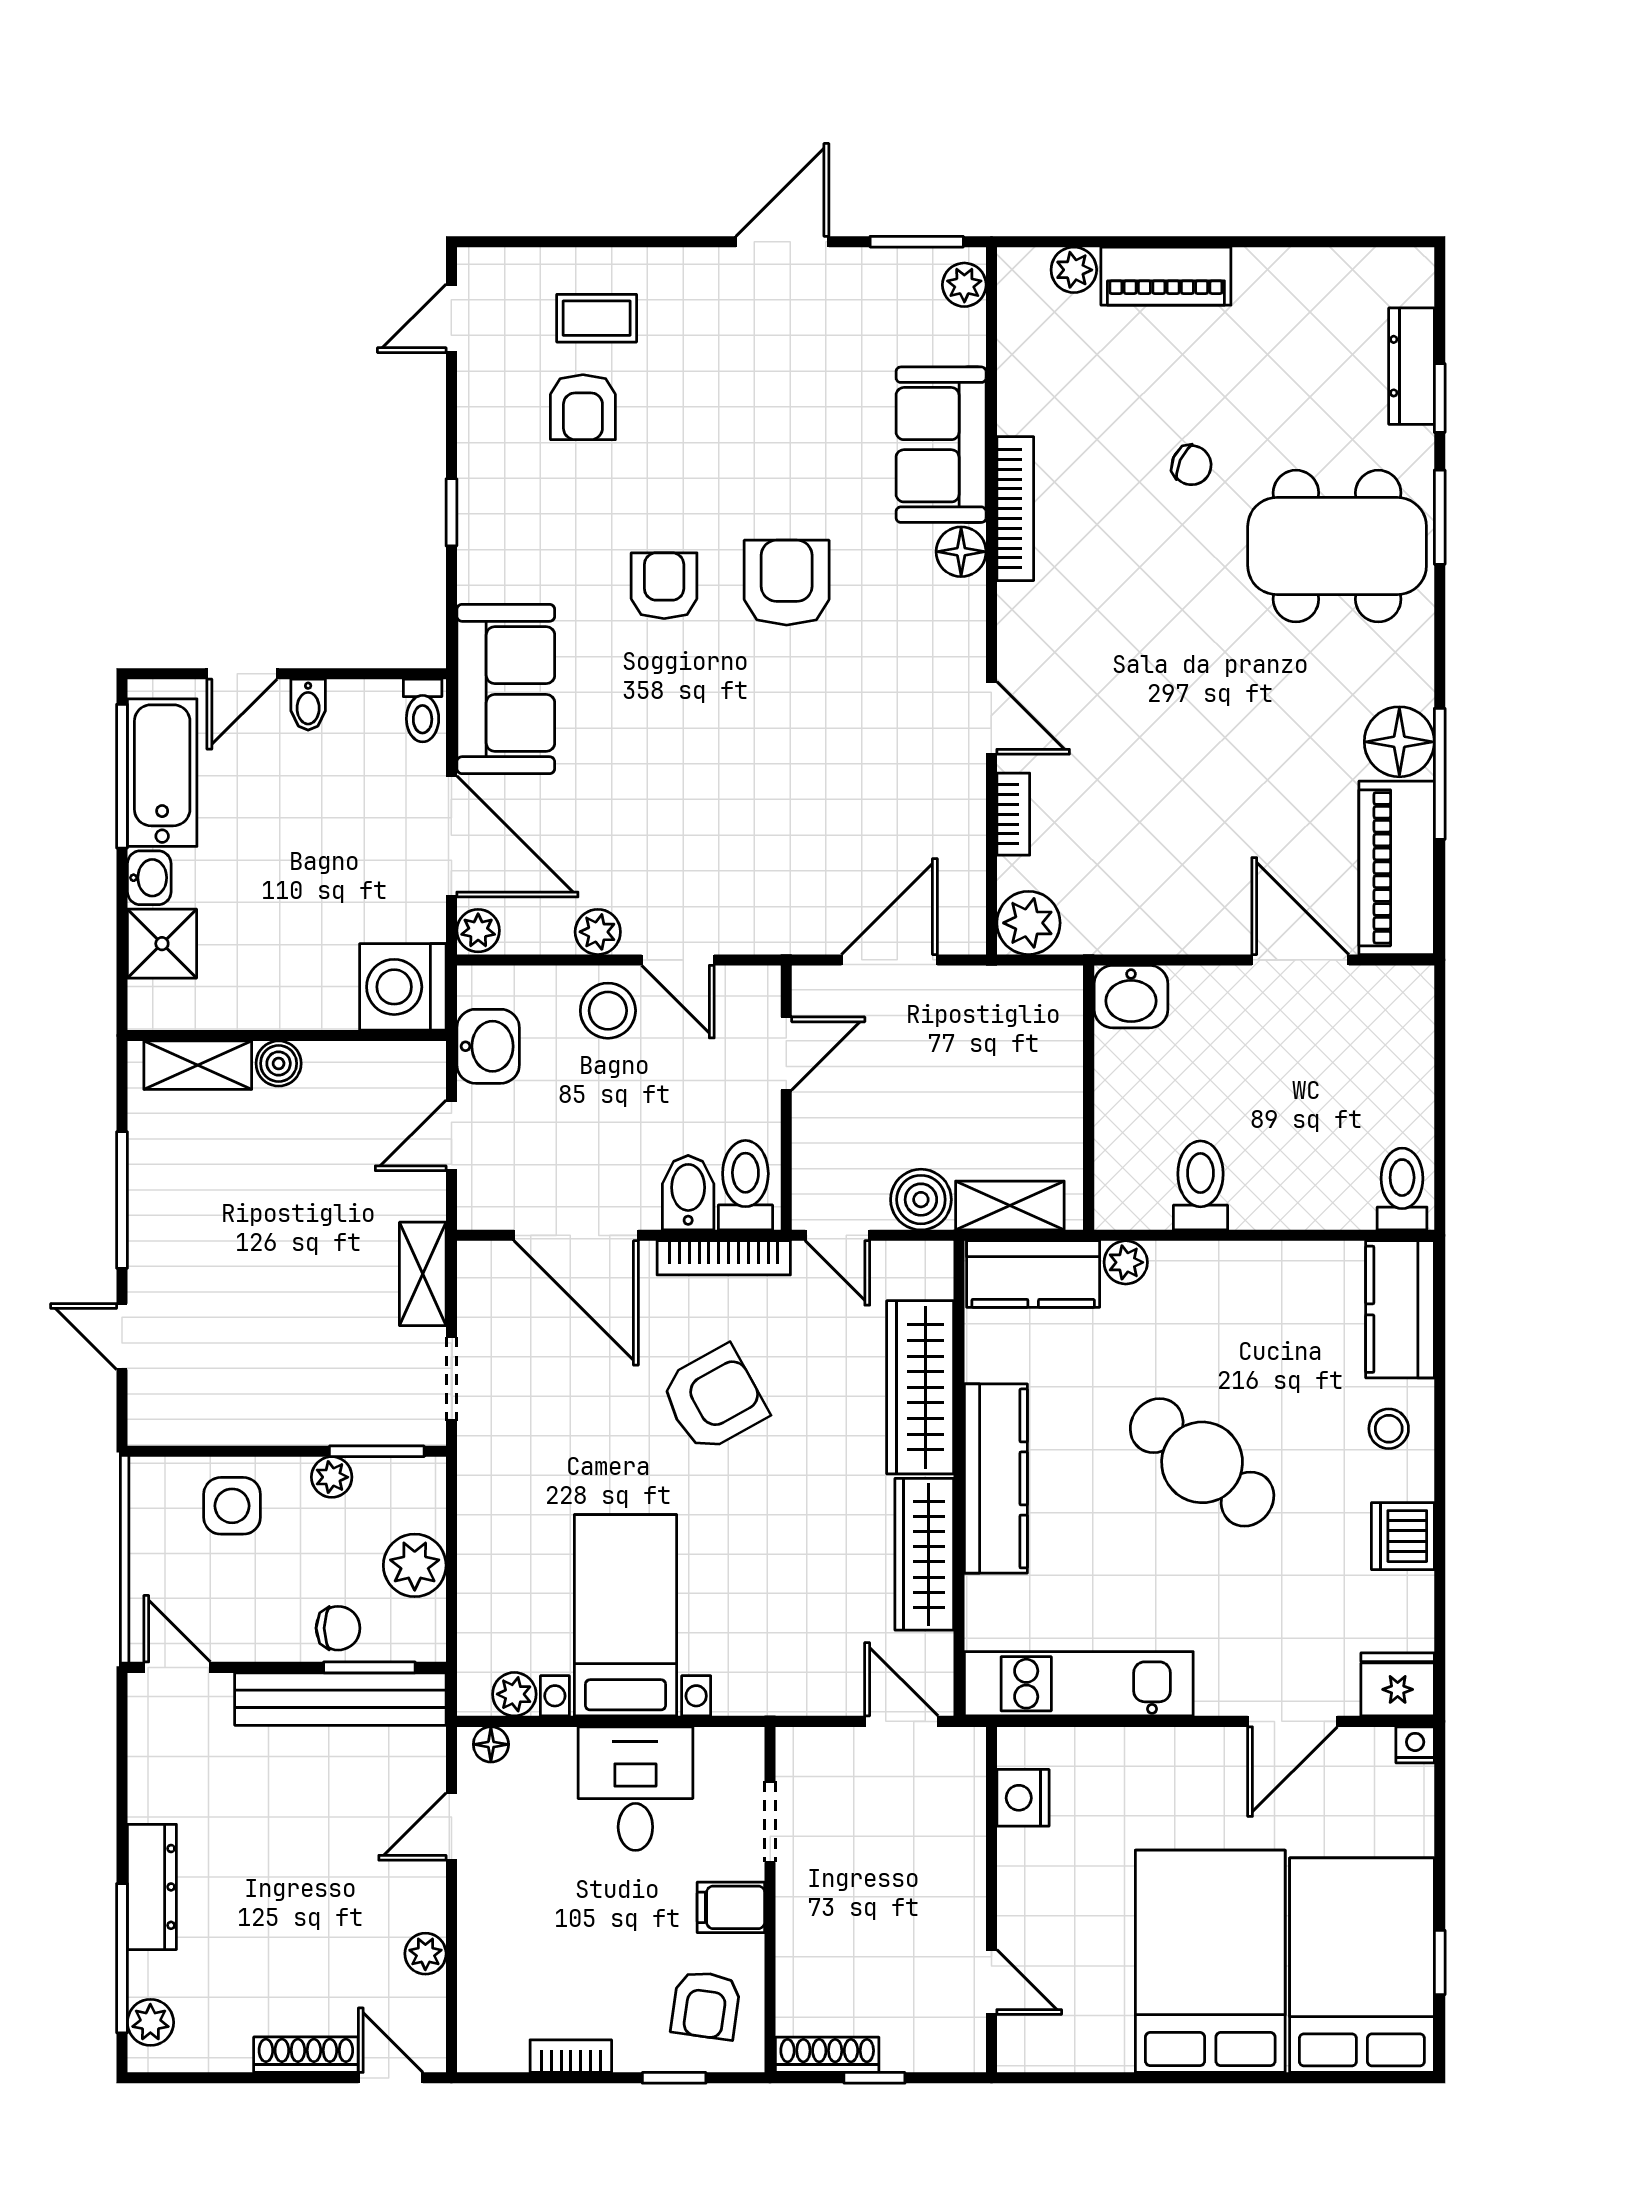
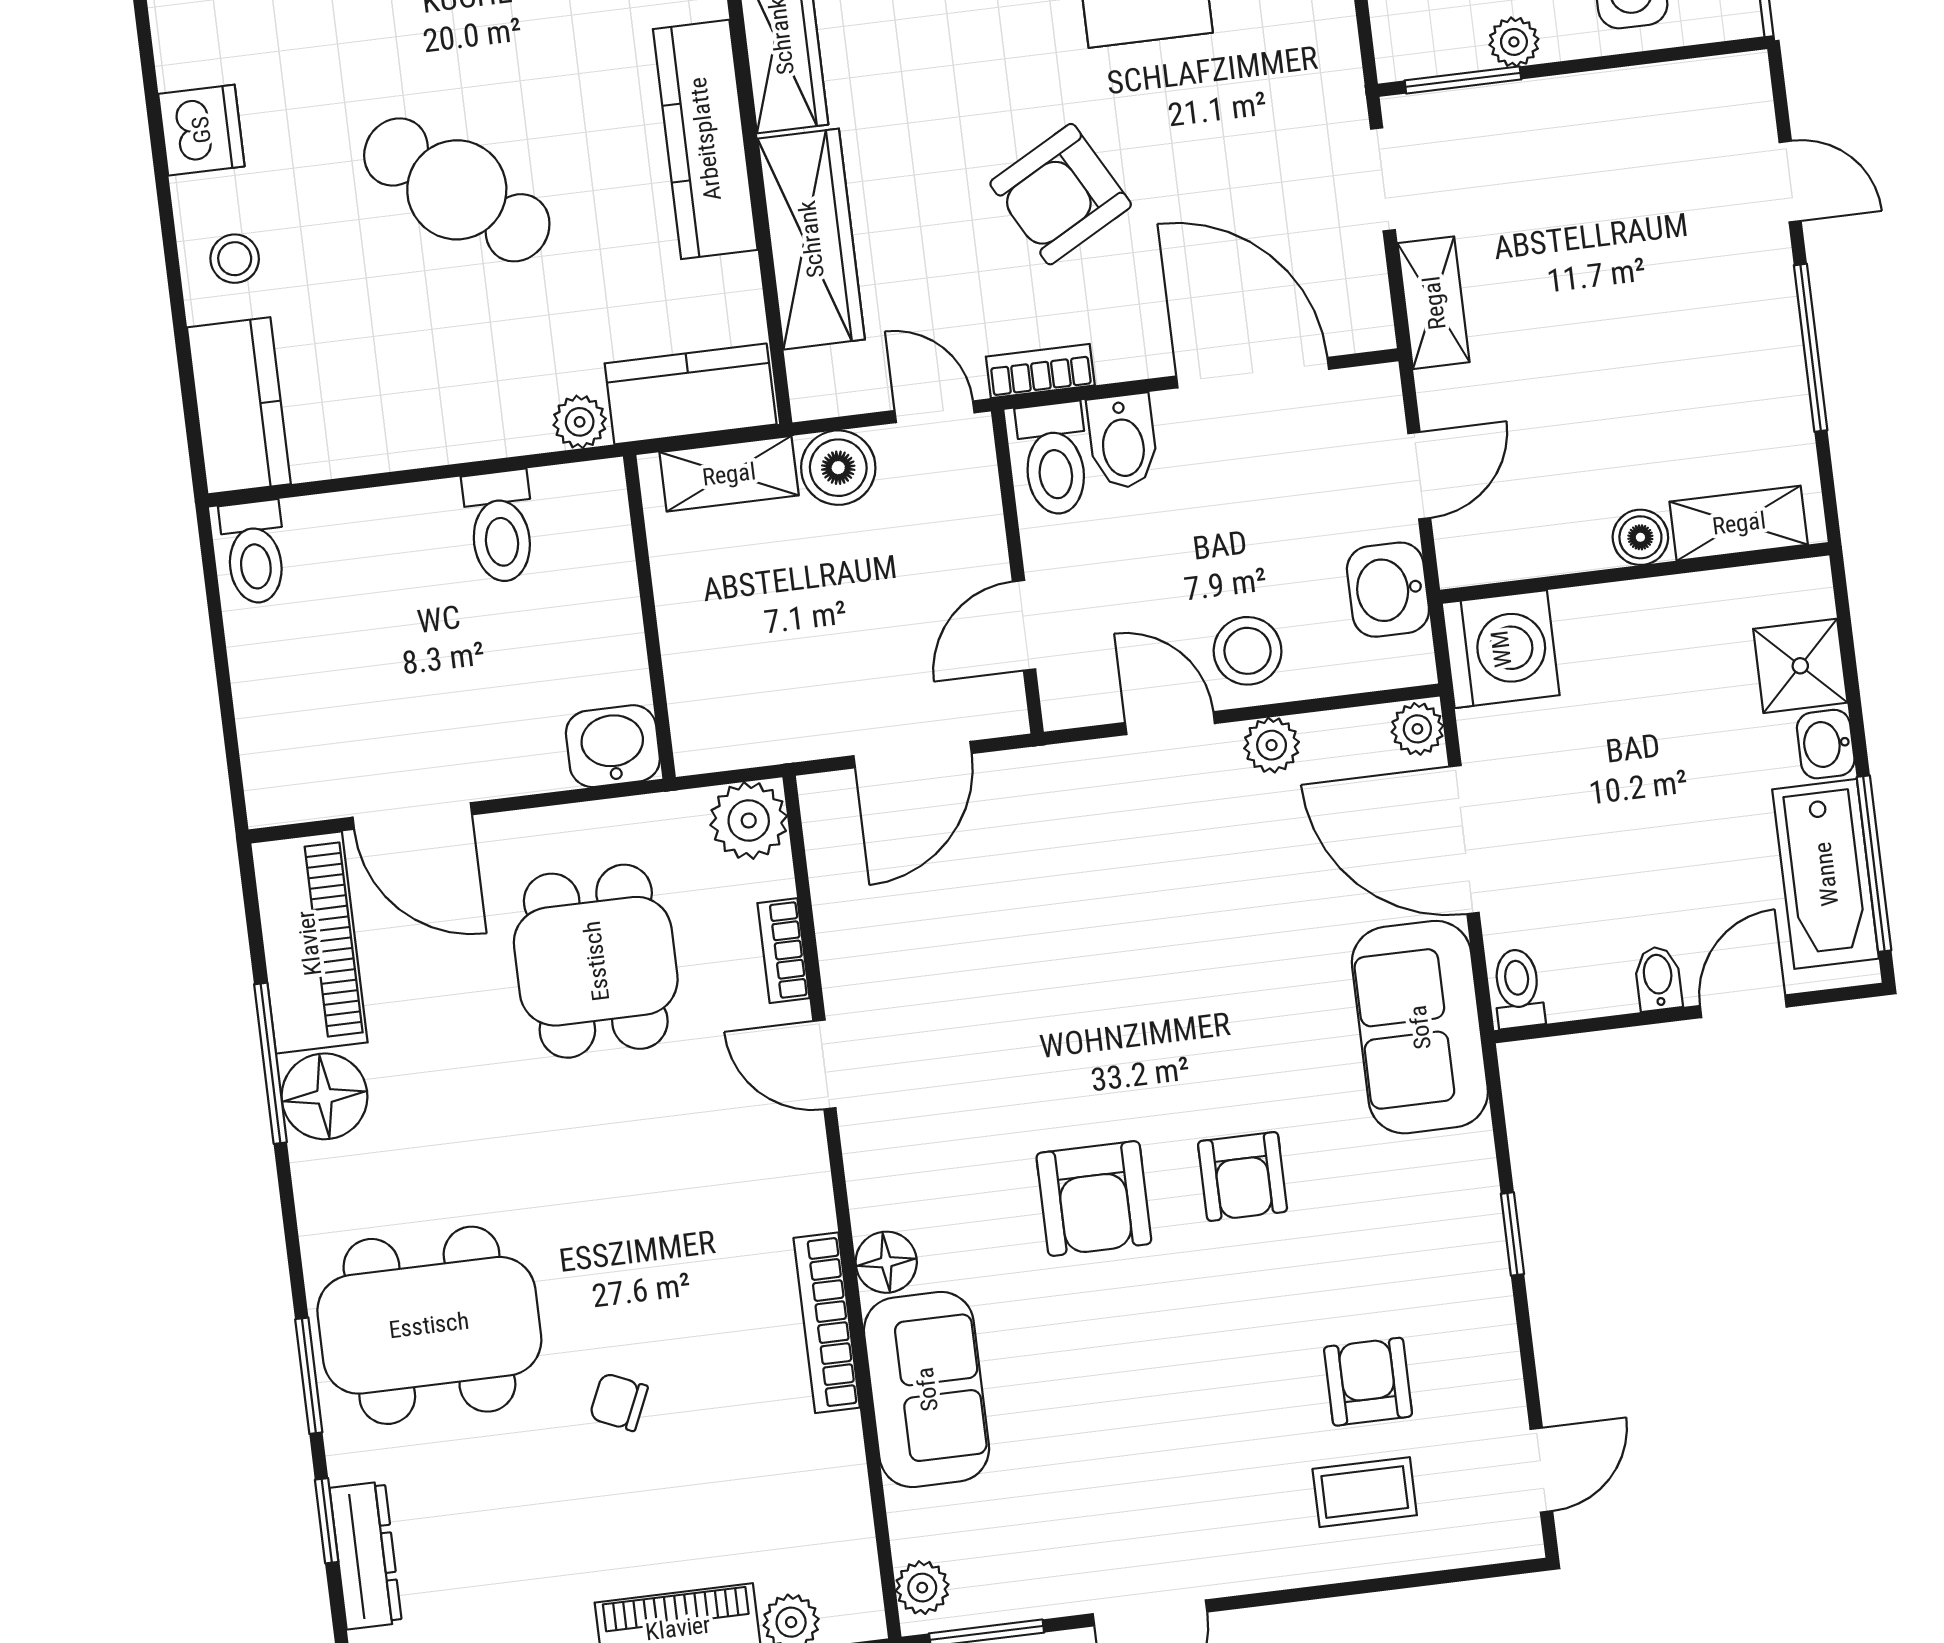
dining table: (1166, 824) -> (596, 961), added
bookcase: (724, 1258) -> (1040, 371), width x0.64

